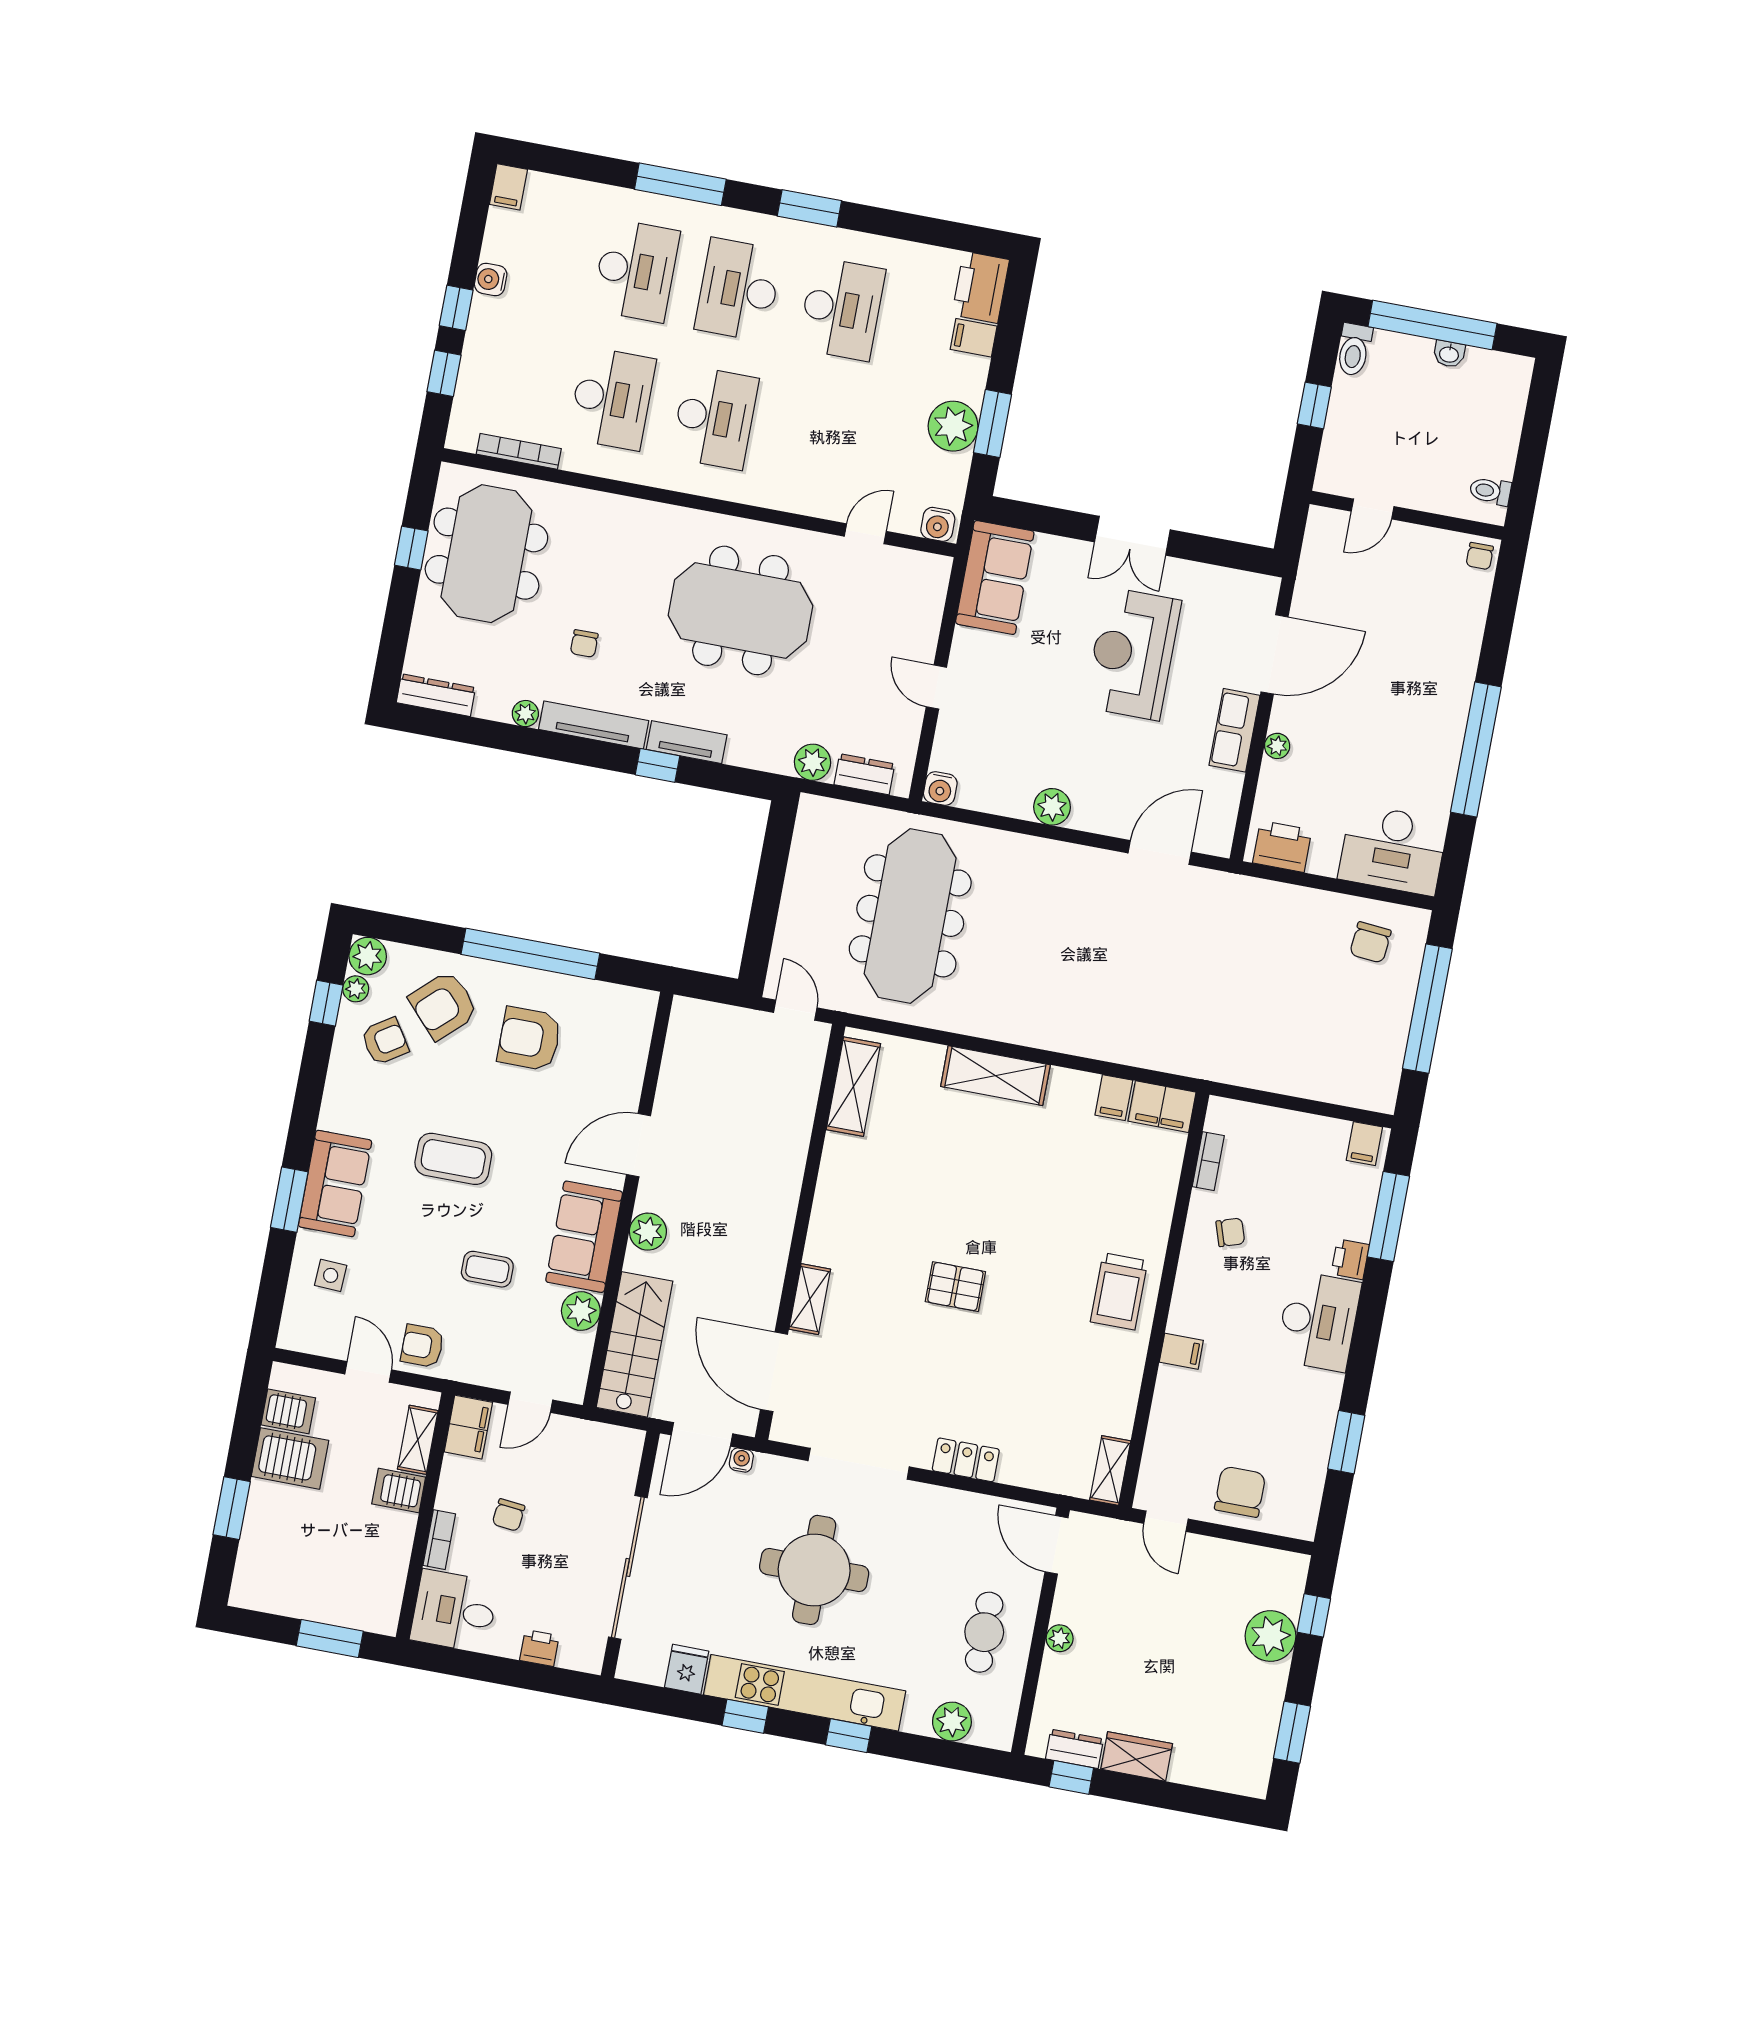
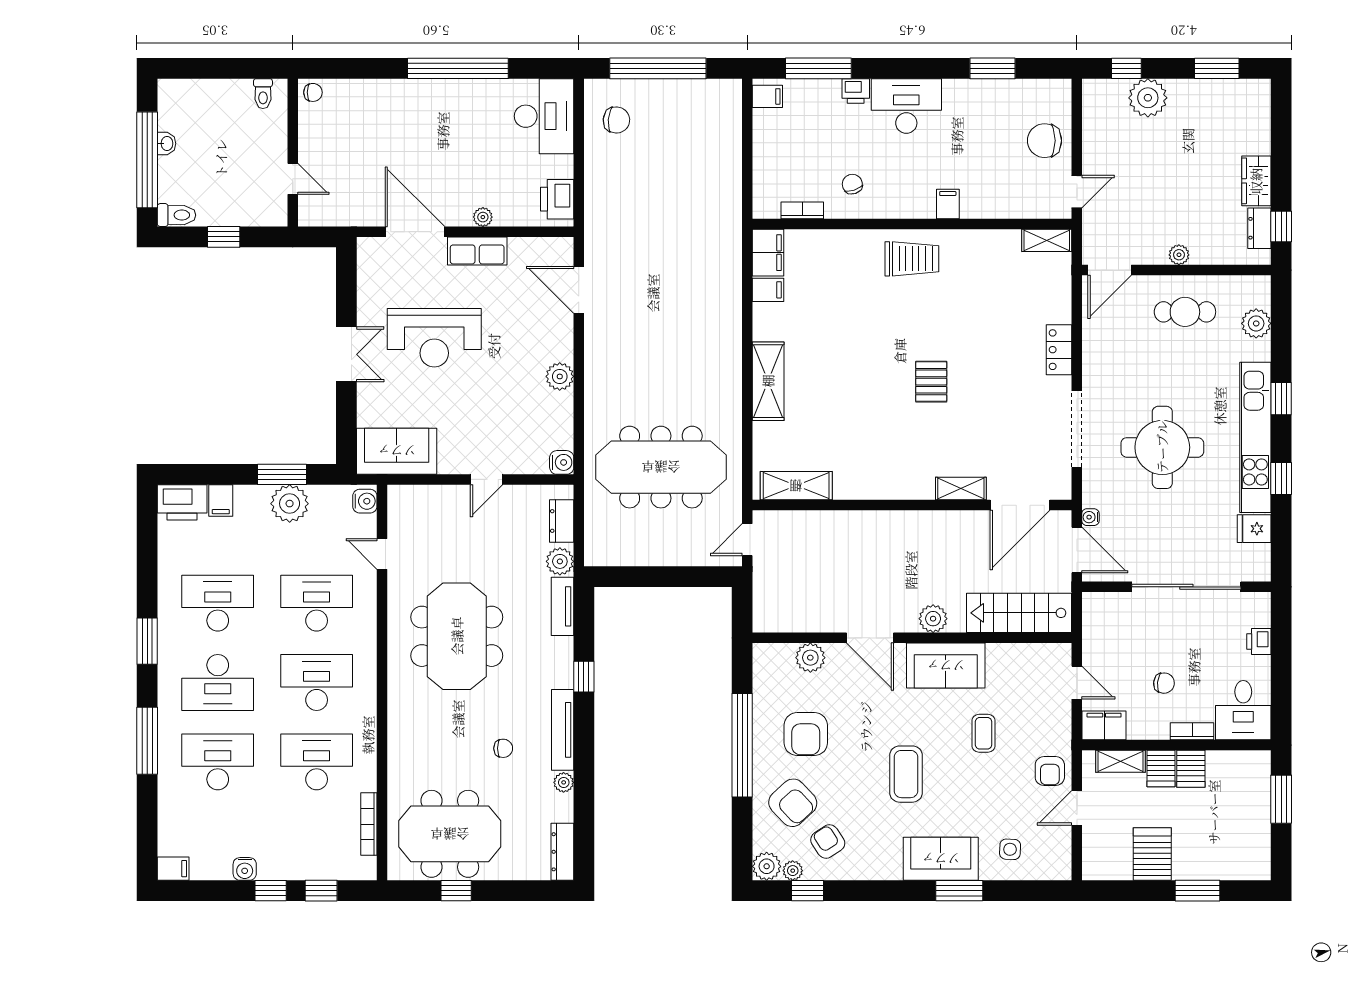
desk: (817, 437) -> (317, 603), added
tv unit: (687, 742) -> (562, 606), moved
plant: (581, 1311) -> (810, 658), moved
server rack: (288, 1411) -> (1191, 769), moved, turned 180

